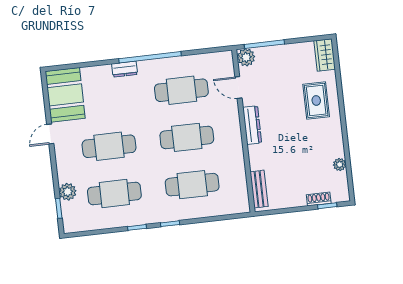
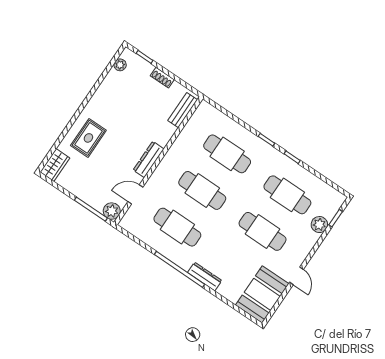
dresser: (125, 69) -> (205, 276), width x1.44
door: (238, 87) -> (135, 194), swing flipped
door: (50, 134) -> (297, 276), hinge flipped
plant: (340, 164) -> (120, 65), moved
shoe rack: (319, 199) -> (162, 78), moved

